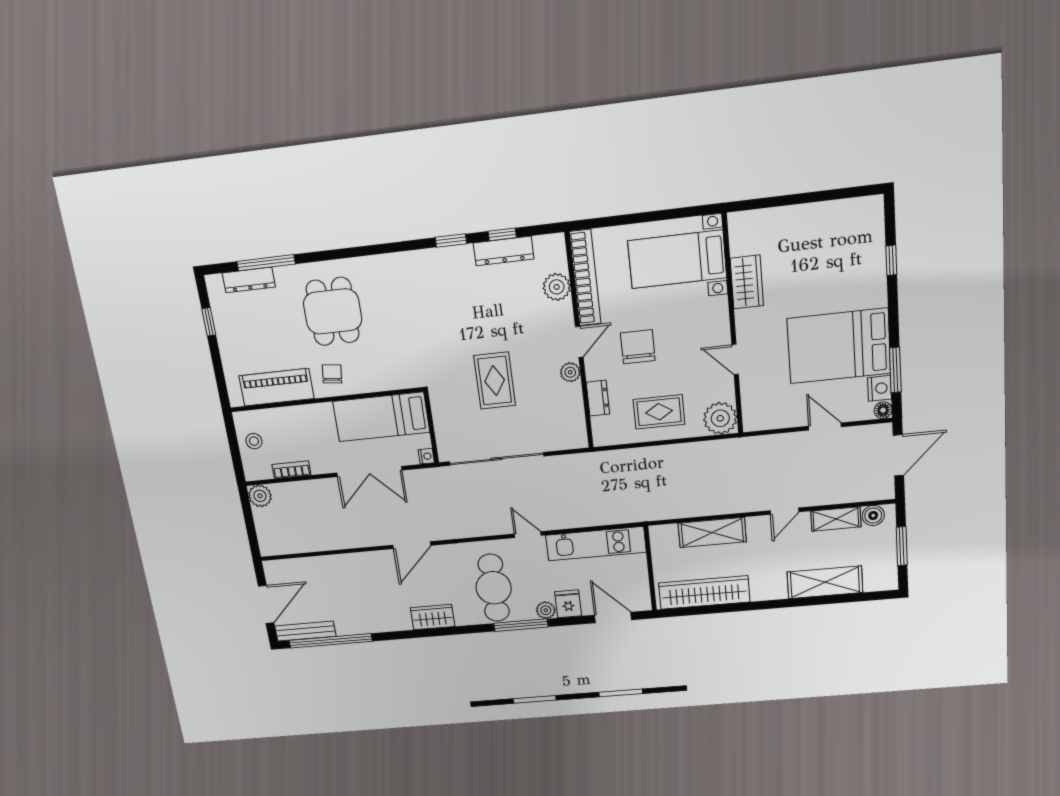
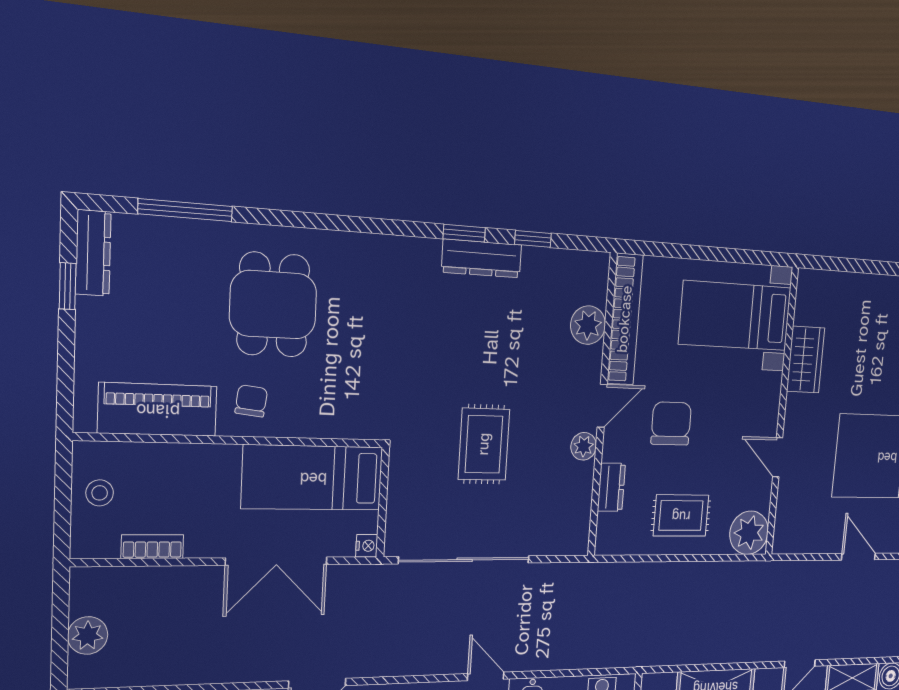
dresser: (504, 251) -> (482, 259), moved
dresser: (249, 280) -> (93, 253), moved, turned -90
plant: (260, 496) -> (88, 635), moved

